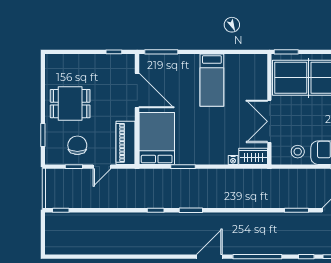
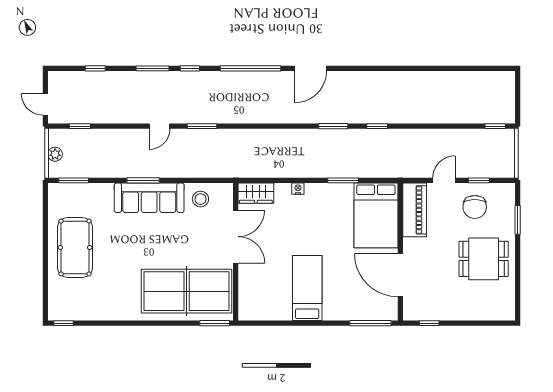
nightstand: (233, 160) -> (298, 189), moved

